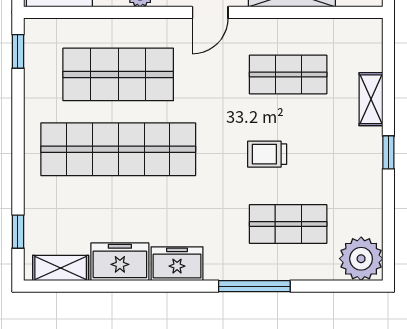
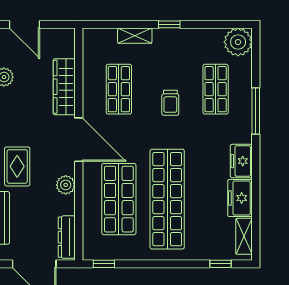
door: (210, 12) -> (79, 140), width x1.88

